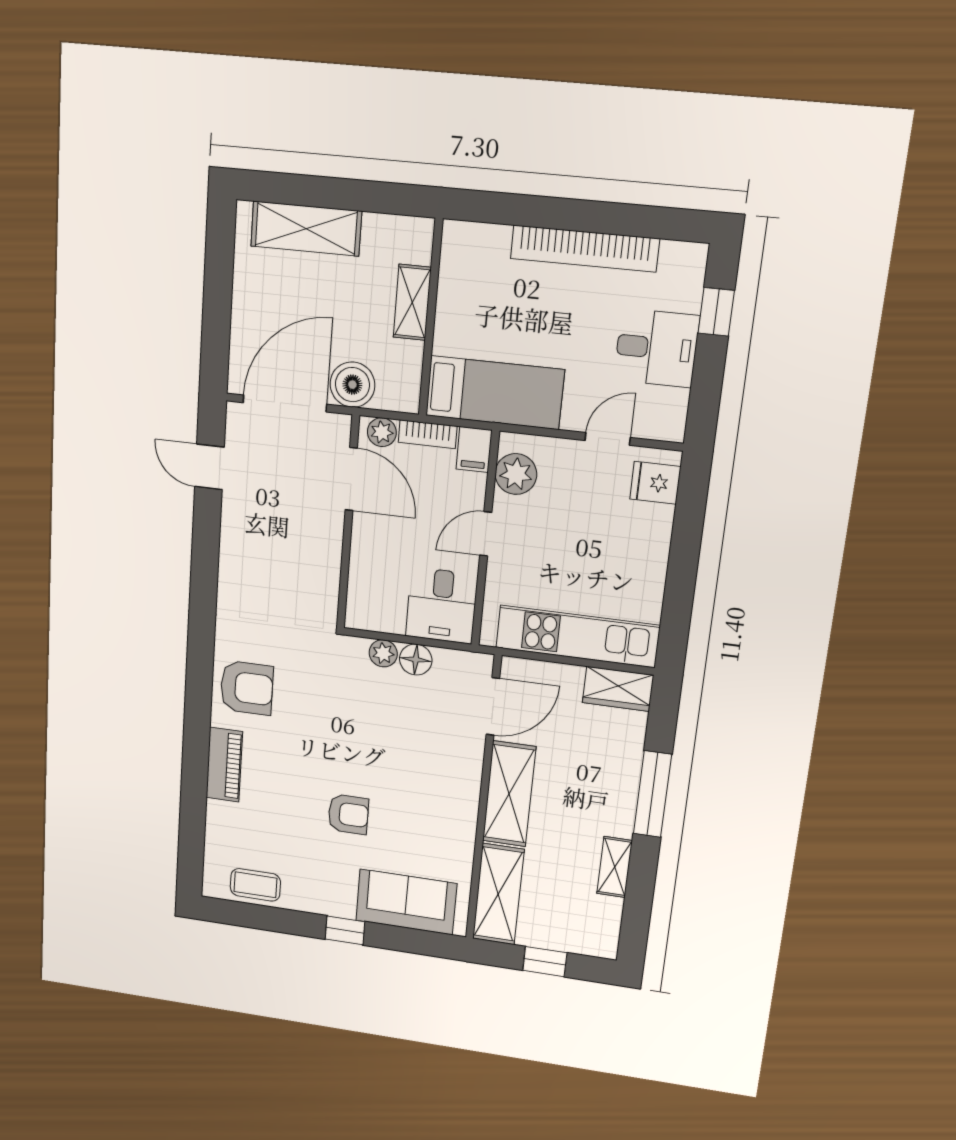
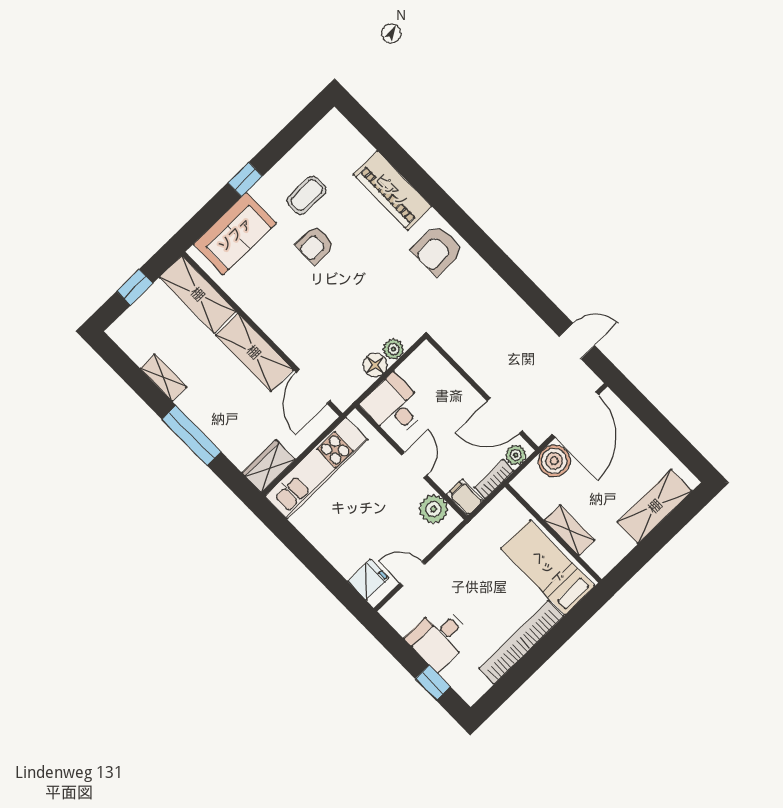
bed: (495, 393) -> (548, 567), moved, turned 90
door: (608, 439) -> (412, 574), swing flipped
piano: (224, 765) -> (392, 190), width x1.37, depth x1.33
coffee table: (255, 885) -> (307, 195), moved

